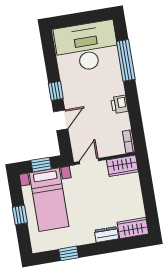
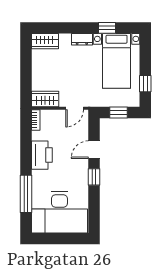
printer: (119, 104) -> (42, 155), width x1.87, depth x1.48
bed with nightstands: (49, 200) -> (117, 61), moved, turned 180
window: (20, 215) -> (145, 84), moved
dresser: (107, 235) -> (82, 39), moved

